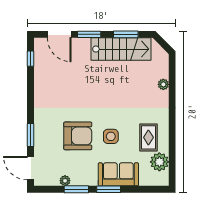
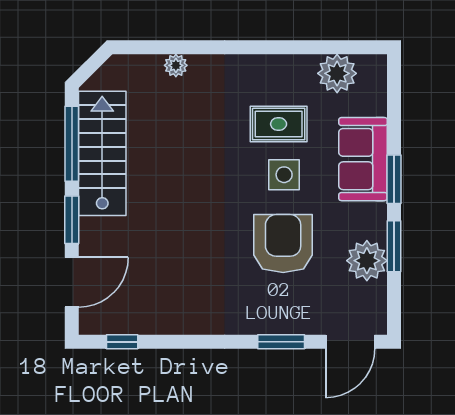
window: (126, 34) -> (72, 144), width x1.44
rug: (148, 137) -> (279, 124), moved
plant: (65, 181) -> (367, 261), width x1.87, depth x1.87

